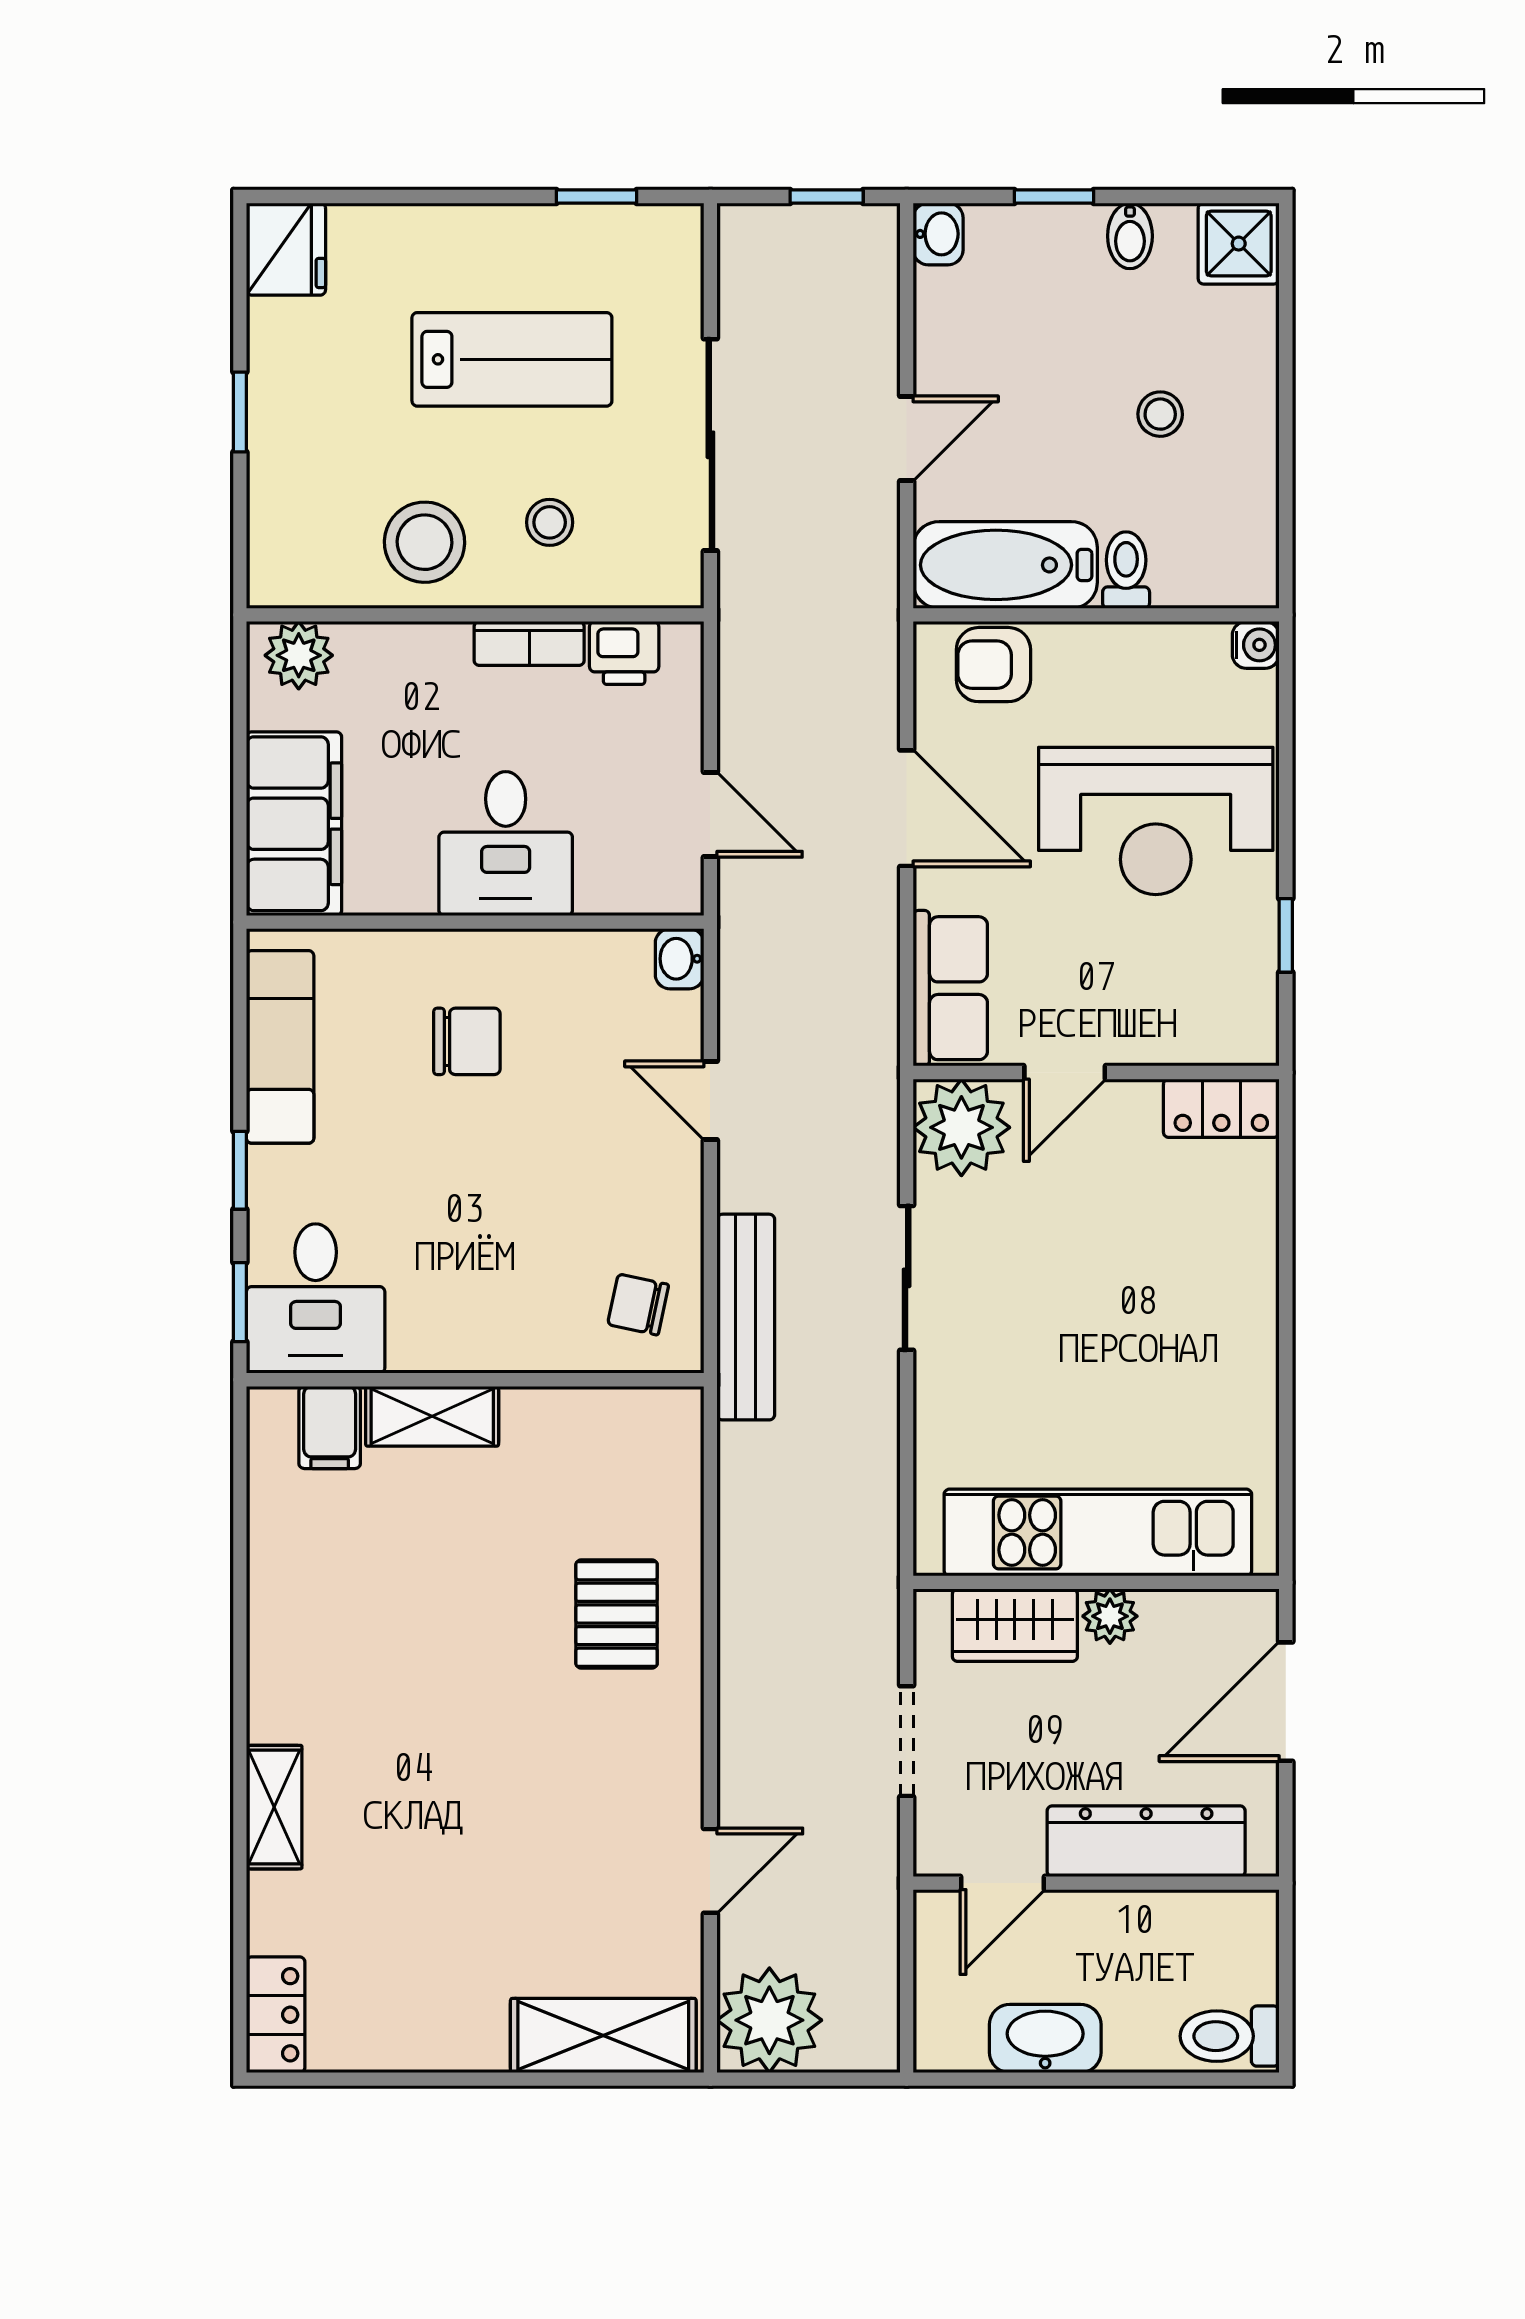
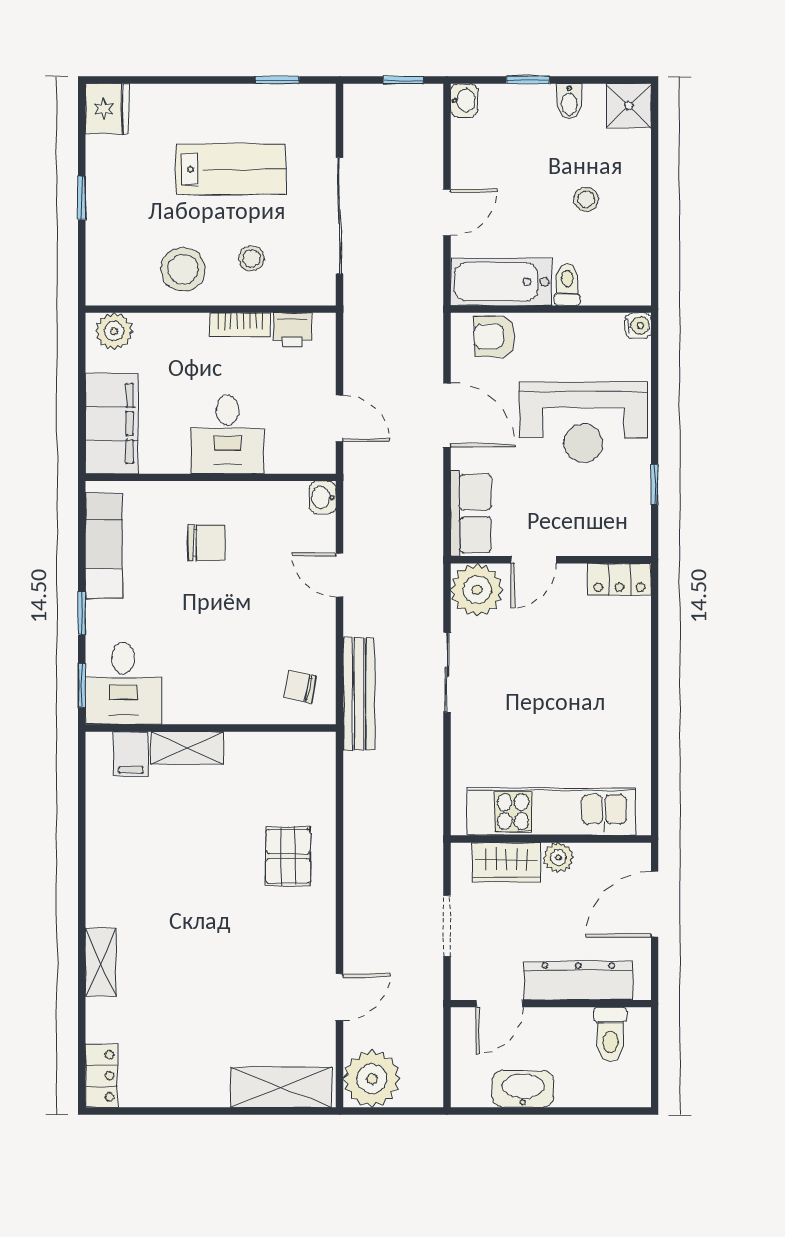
toilet: (1230, 2036) -> (610, 1034), moved, turned -90

